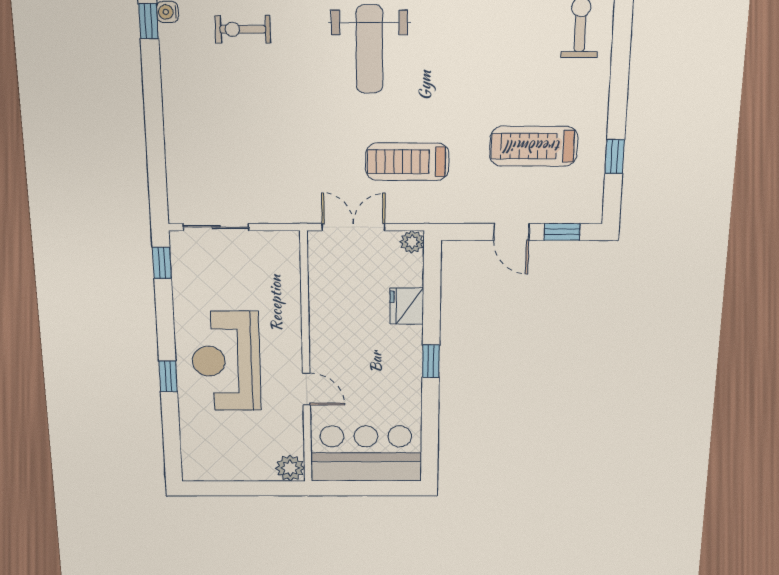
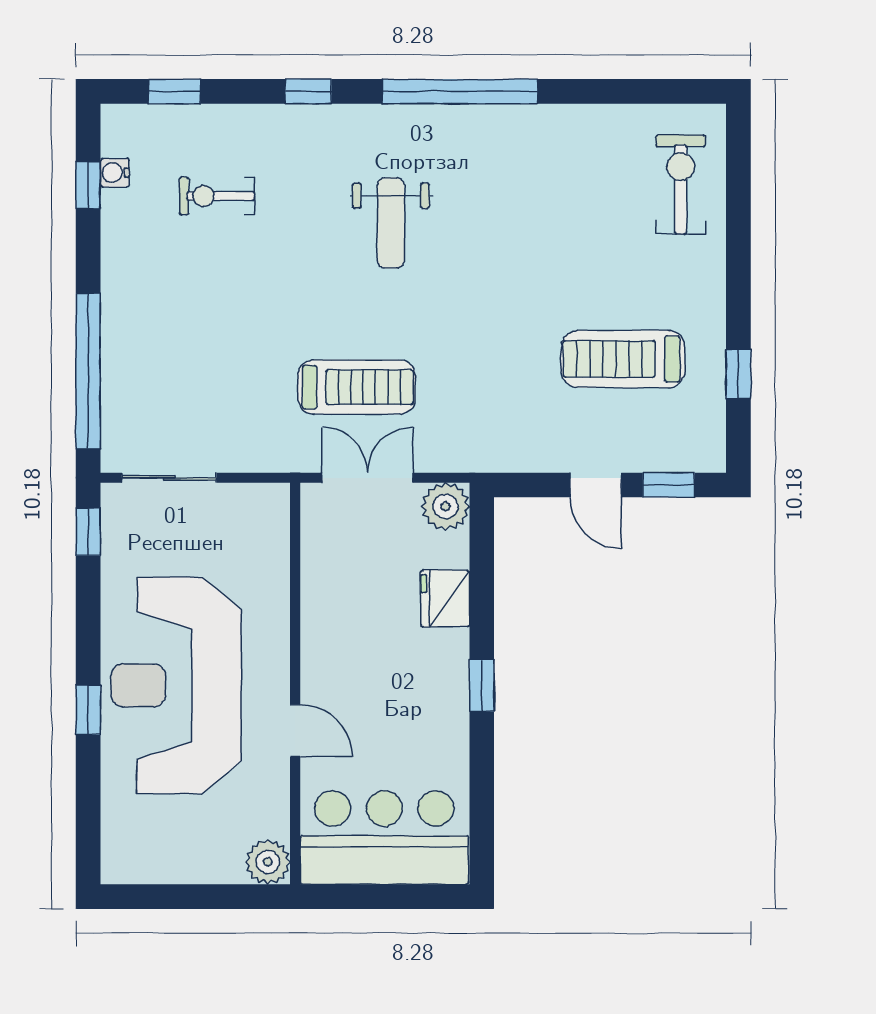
weight bench: (369, 49) -> (391, 223), width x0.73, depth x0.75
window: (156, 154) -> (88, 371), added
treadmill: (407, 162) -> (357, 387), moved, turned 180
plant: (412, 242) -> (446, 507), width x1.38, depth x1.38
reception desk: (226, 361) -> (176, 685), width x1.36, depth x1.30

